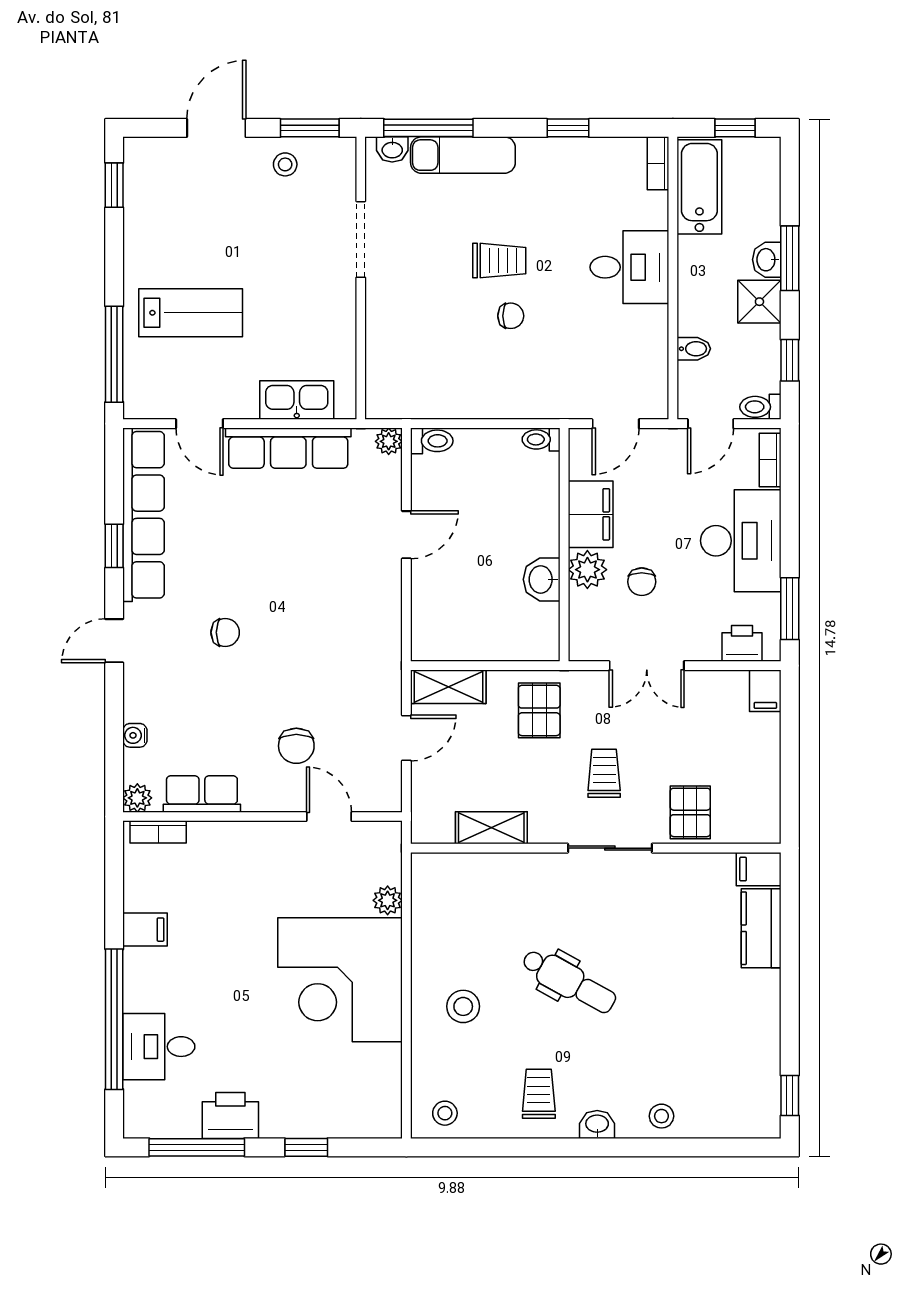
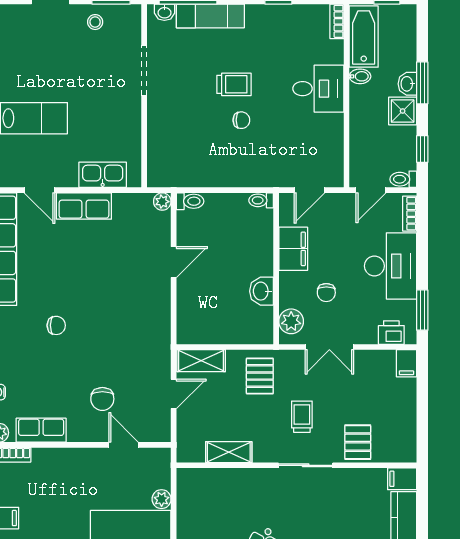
bidet: (694, 349) -> (360, 76), moved
row of seats: (288, 448) -> (84, 206), width x0.68
plant: (587, 570) -> (291, 321), moved

